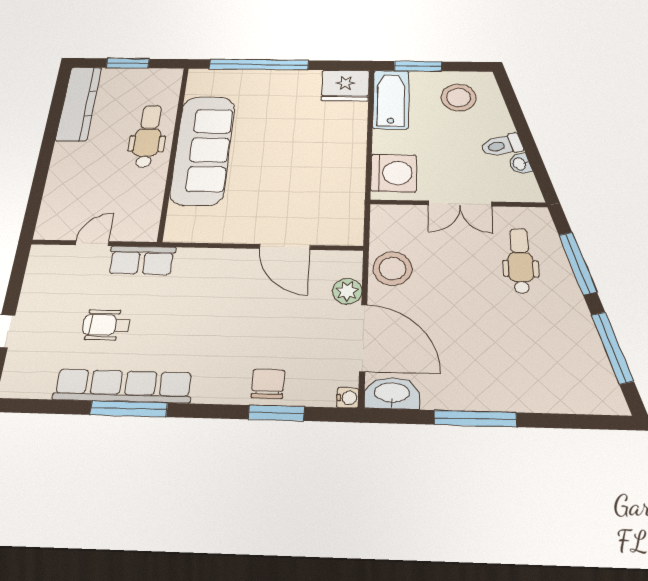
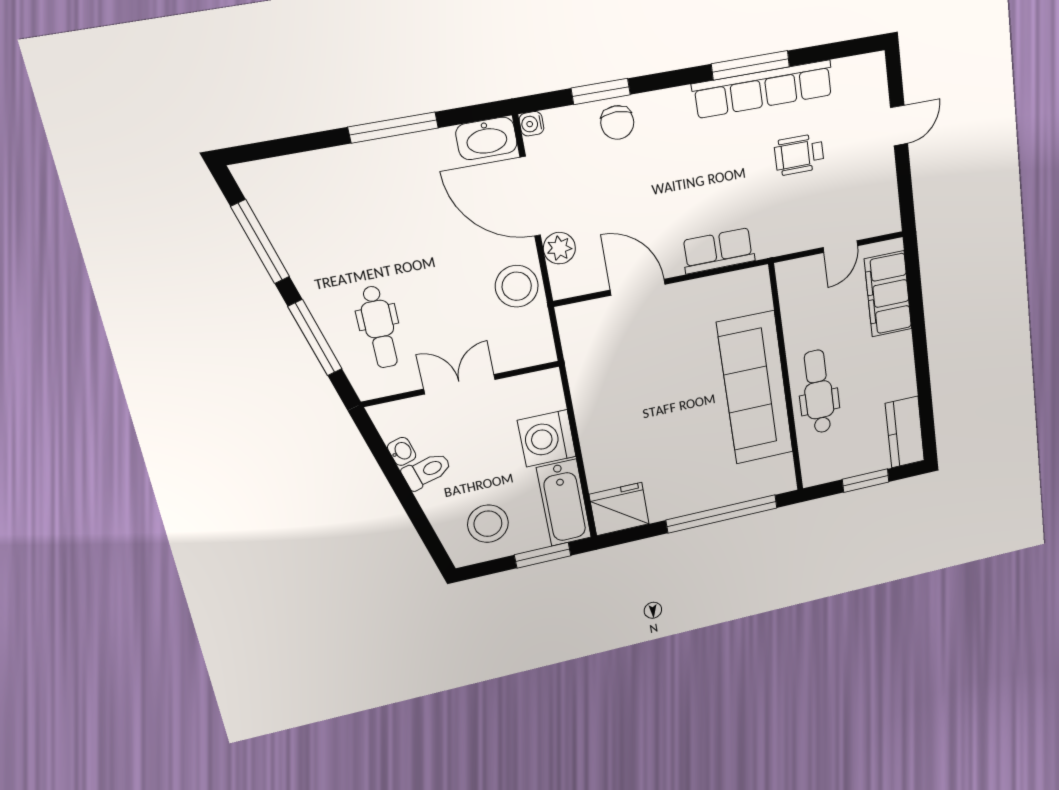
kitchen counter: (79, 103) -> (905, 432), width x0.67
dental chair: (148, 136) -> (818, 392), turned 180
washing machine: (394, 173) -> (547, 438), moved
filing cabinet: (61, 198) -> (888, 294), added
row of seats: (142, 260) -> (718, 251), moved
wheelchair: (106, 325) -> (799, 155), turned 180

